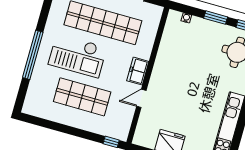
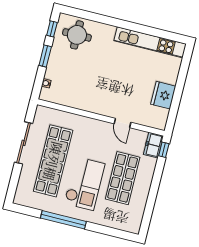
window: (33, 55) -> (63, 220), moved
freezer: (138, 71) -> (153, 145), moved, turned 90

